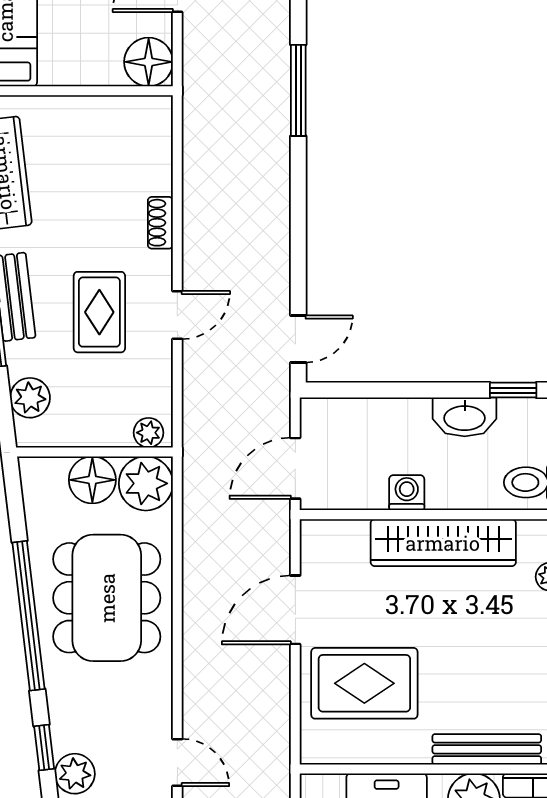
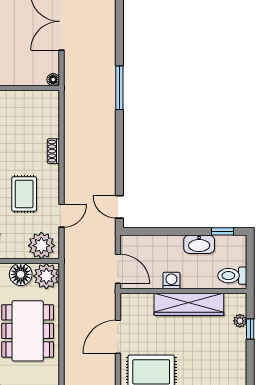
floor lamp: (149, 62) -> (53, 80), width x0.53, depth x0.53
door: (177, 315) -> (61, 216), moved
door: (298, 339) -> (119, 207), swing flipped
plant: (148, 433) -> (41, 246), width x1.88, depth x1.88
door: (295, 468) -> (118, 269), swing flipped

